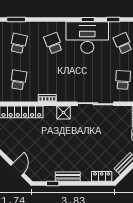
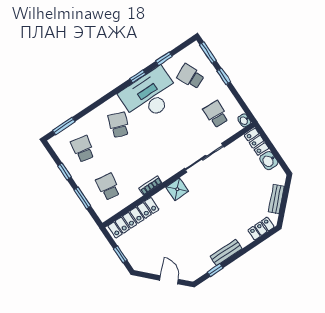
school desk: (53, 43) -> (119, 125), turned 42

